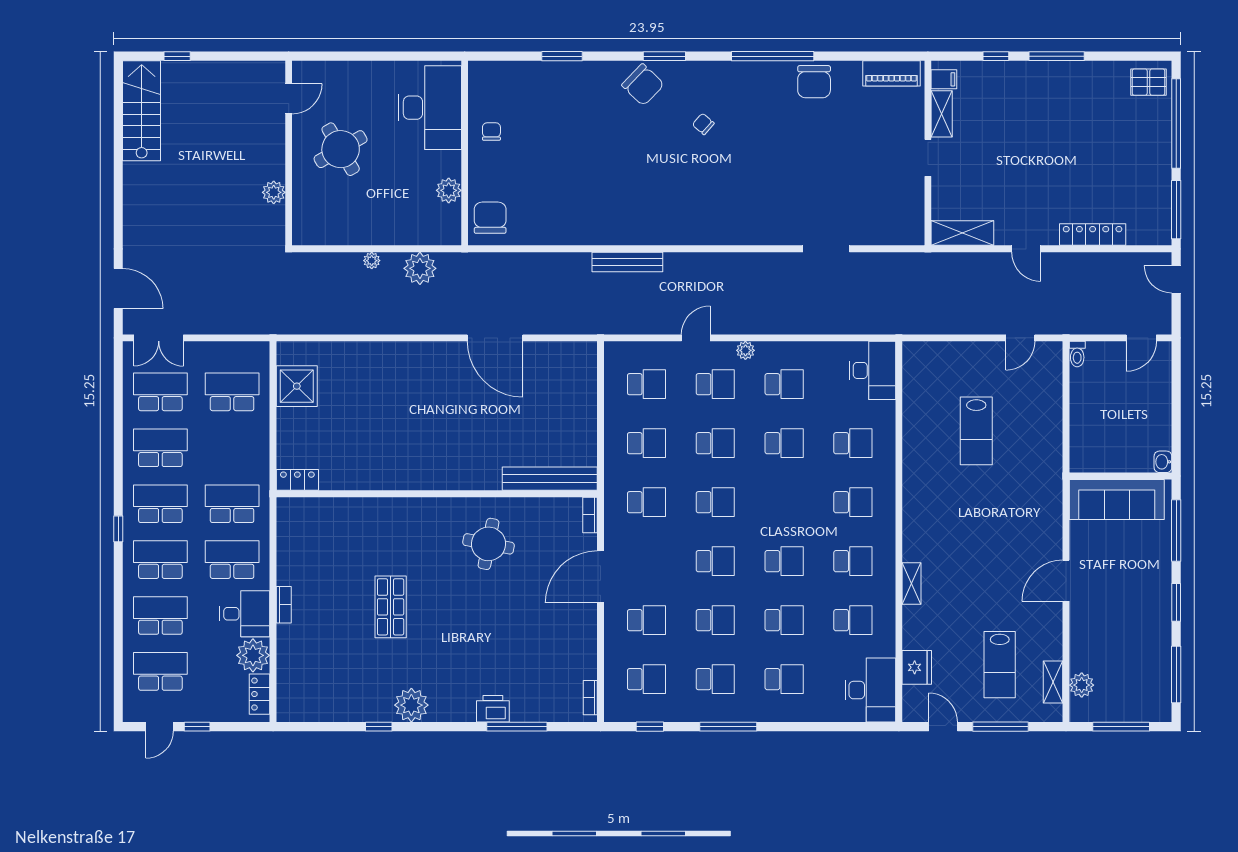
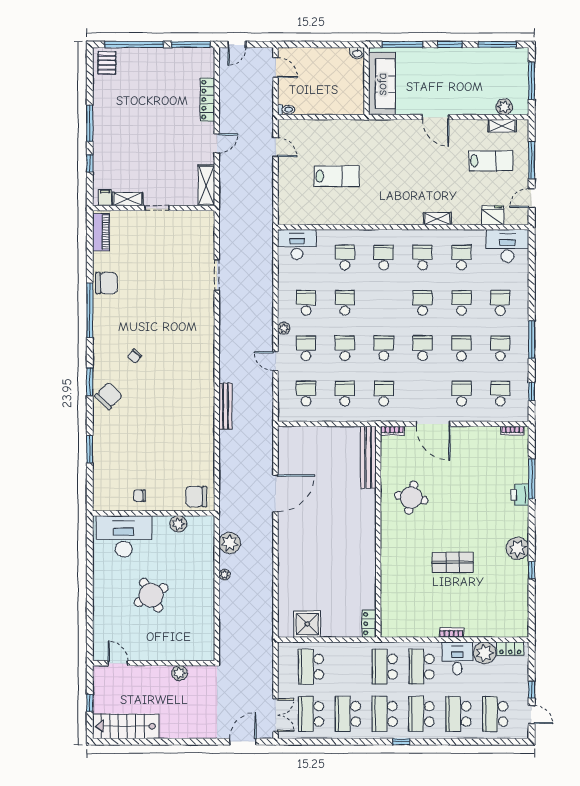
door: (289, 99) -> (118, 663), moved
wall: (289, 153) -> (154, 663), moved
plant: (274, 192) -> (180, 673), moved

